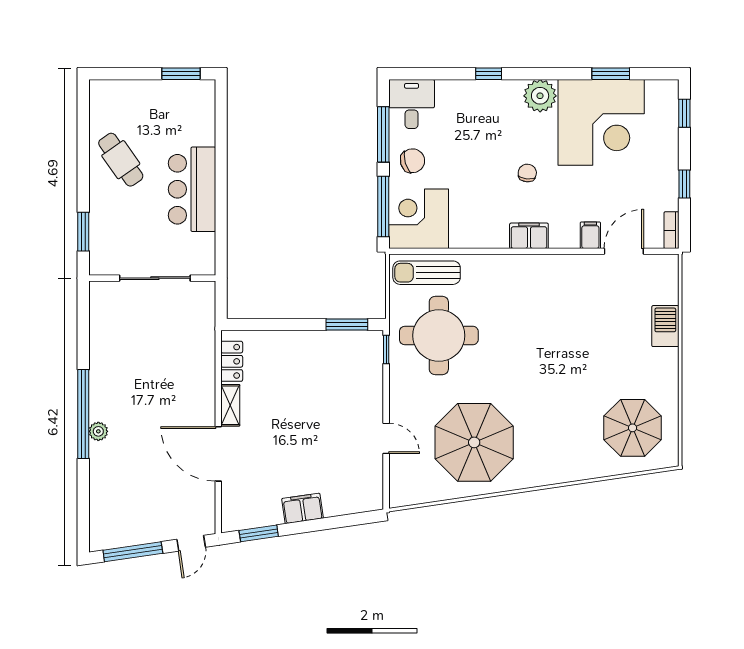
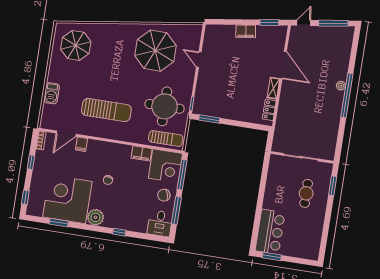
cafe table: (121, 160) -> (306, 193), moved, turned 35
bar counter: (192, 189) -> (270, 232), moved
filing cabinet: (529, 236) -> (142, 153), moved
sun lounger: (552, 310) -> (106, 110), added

